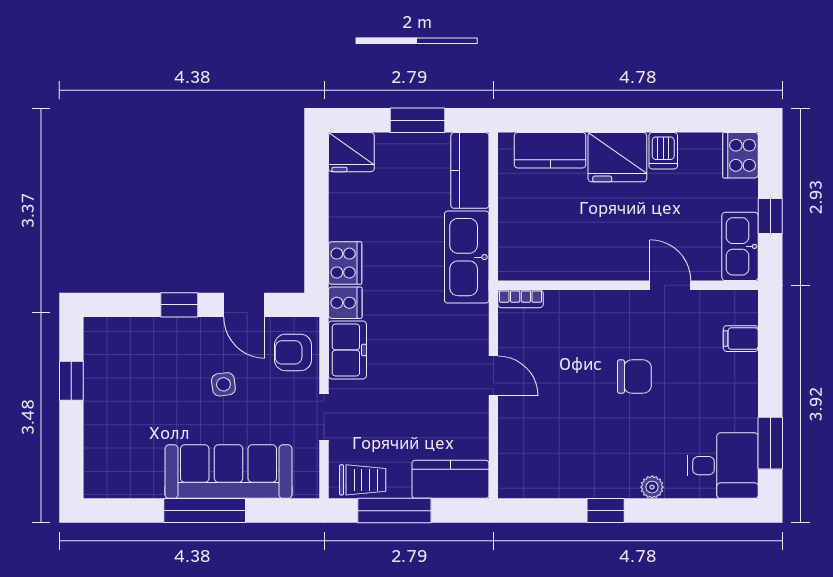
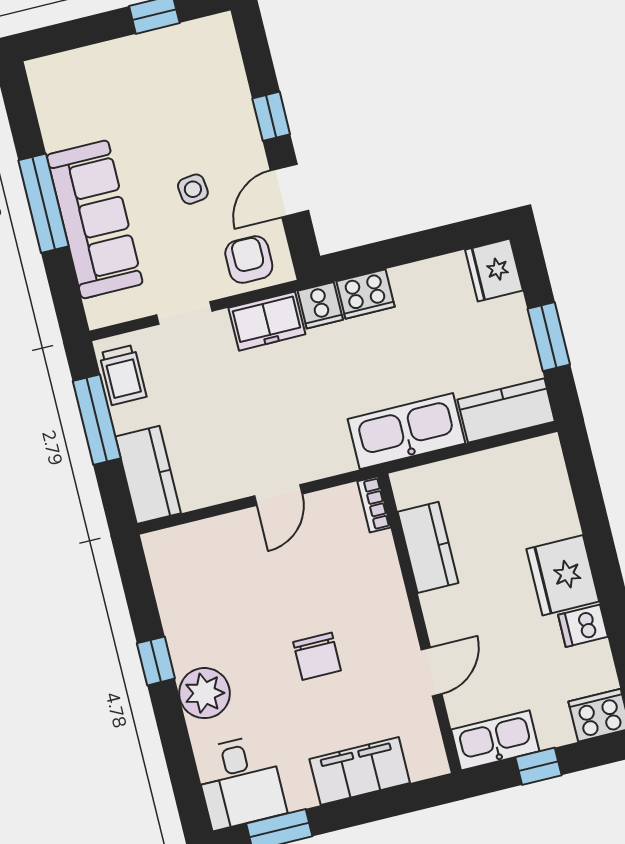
kitchen counter: (550, 150) -> (428, 547), moved, turned 180
filing cabinet: (741, 339) -> (360, 771), width x3.00, depth x1.17
plant: (652, 487) -> (204, 693), width x1.87, depth x1.87

